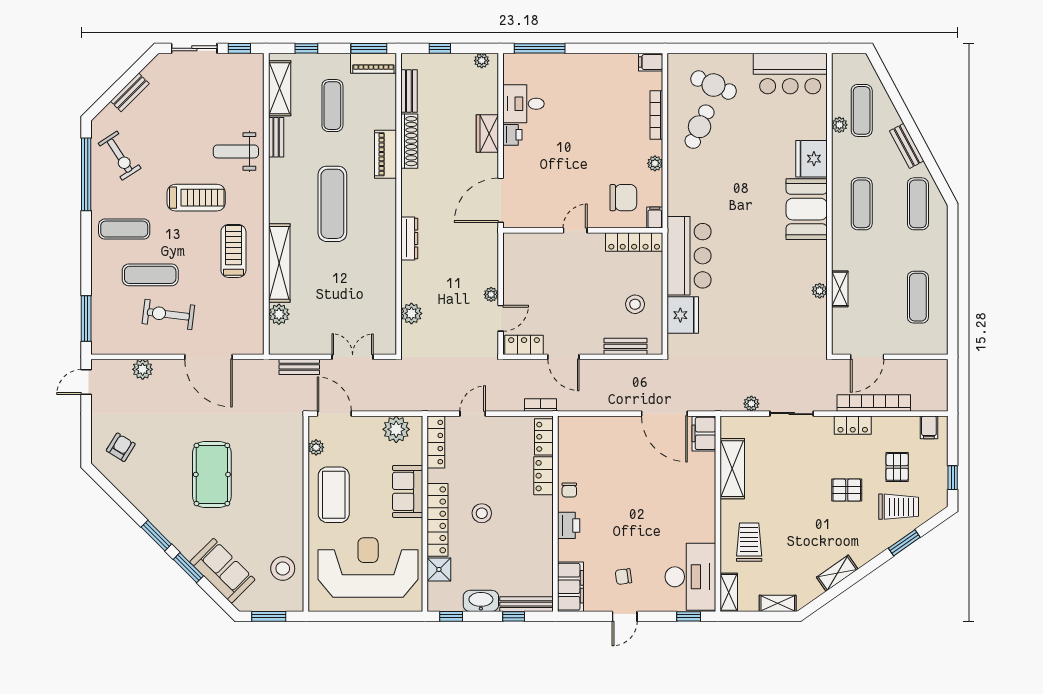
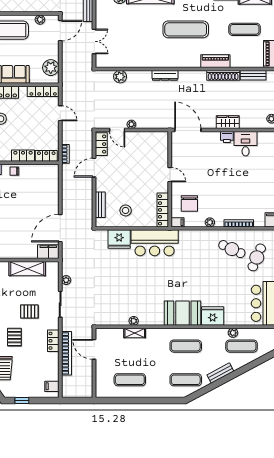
pallet: (897, 467) -> (29, 311), moved

